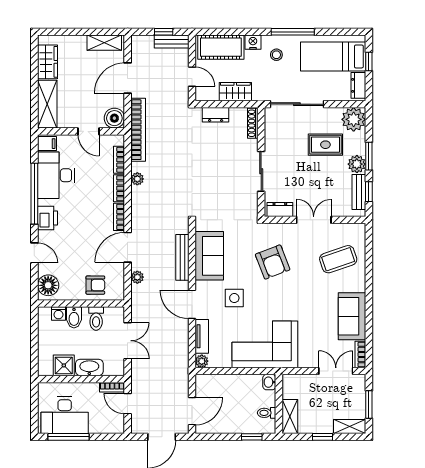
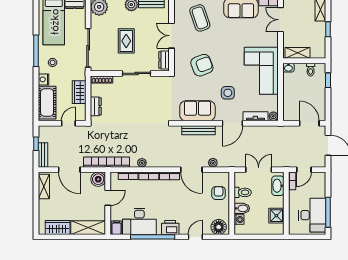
bench: (172, 42) -> (43, 155), moved
rug: (325, 145) -> (126, 41), moved
washbasin: (89, 367) -> (278, 186), moved
shelving: (290, 417) -> (298, 53), moved

